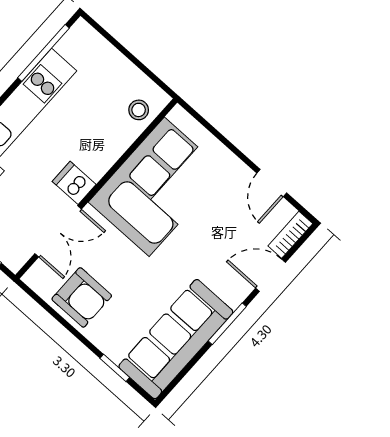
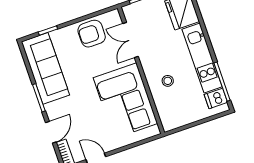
stool: (139, 110) -> (168, 81), moved
dishwasher: (74, 183) -> (216, 98), moved, turned 180

